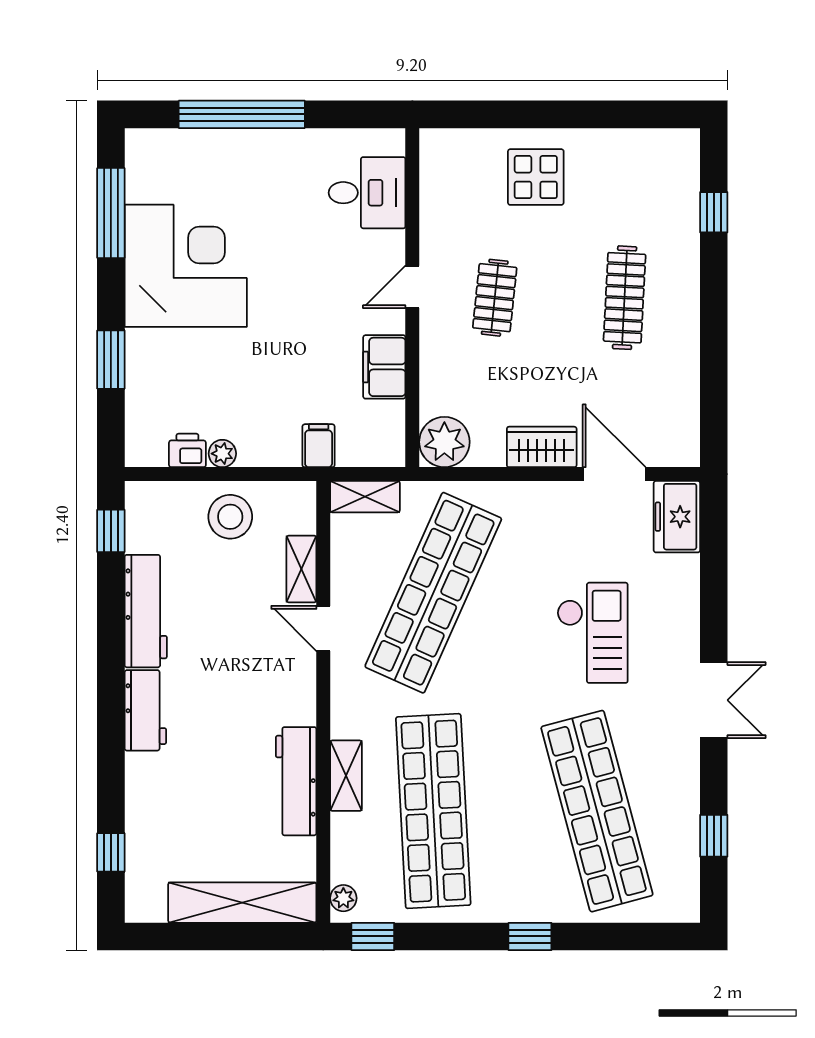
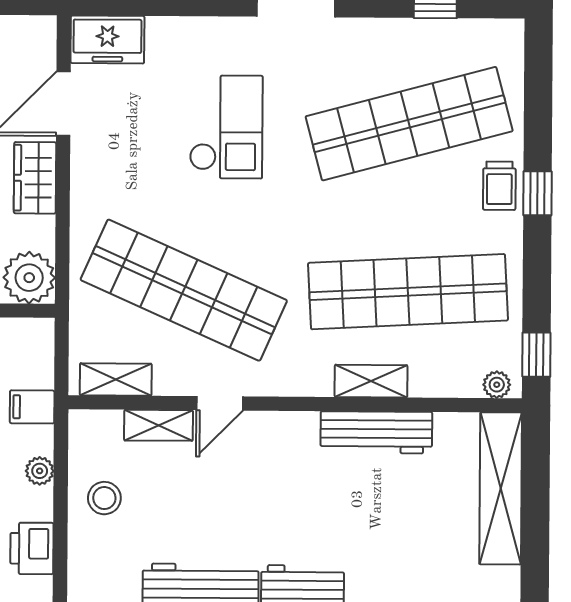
printer: (187, 450) -> (32, 548), width x1.36, depth x1.24
plant: (222, 454) -> (40, 471), moved
shelving: (365, 497) -> (116, 379), moved, turned 90
stool: (230, 517) -> (104, 498), width x0.73, depth x0.73
checkout: (593, 633) -> (226, 127), turned 90
trolley: (537, 899) -> (499, 186), added

